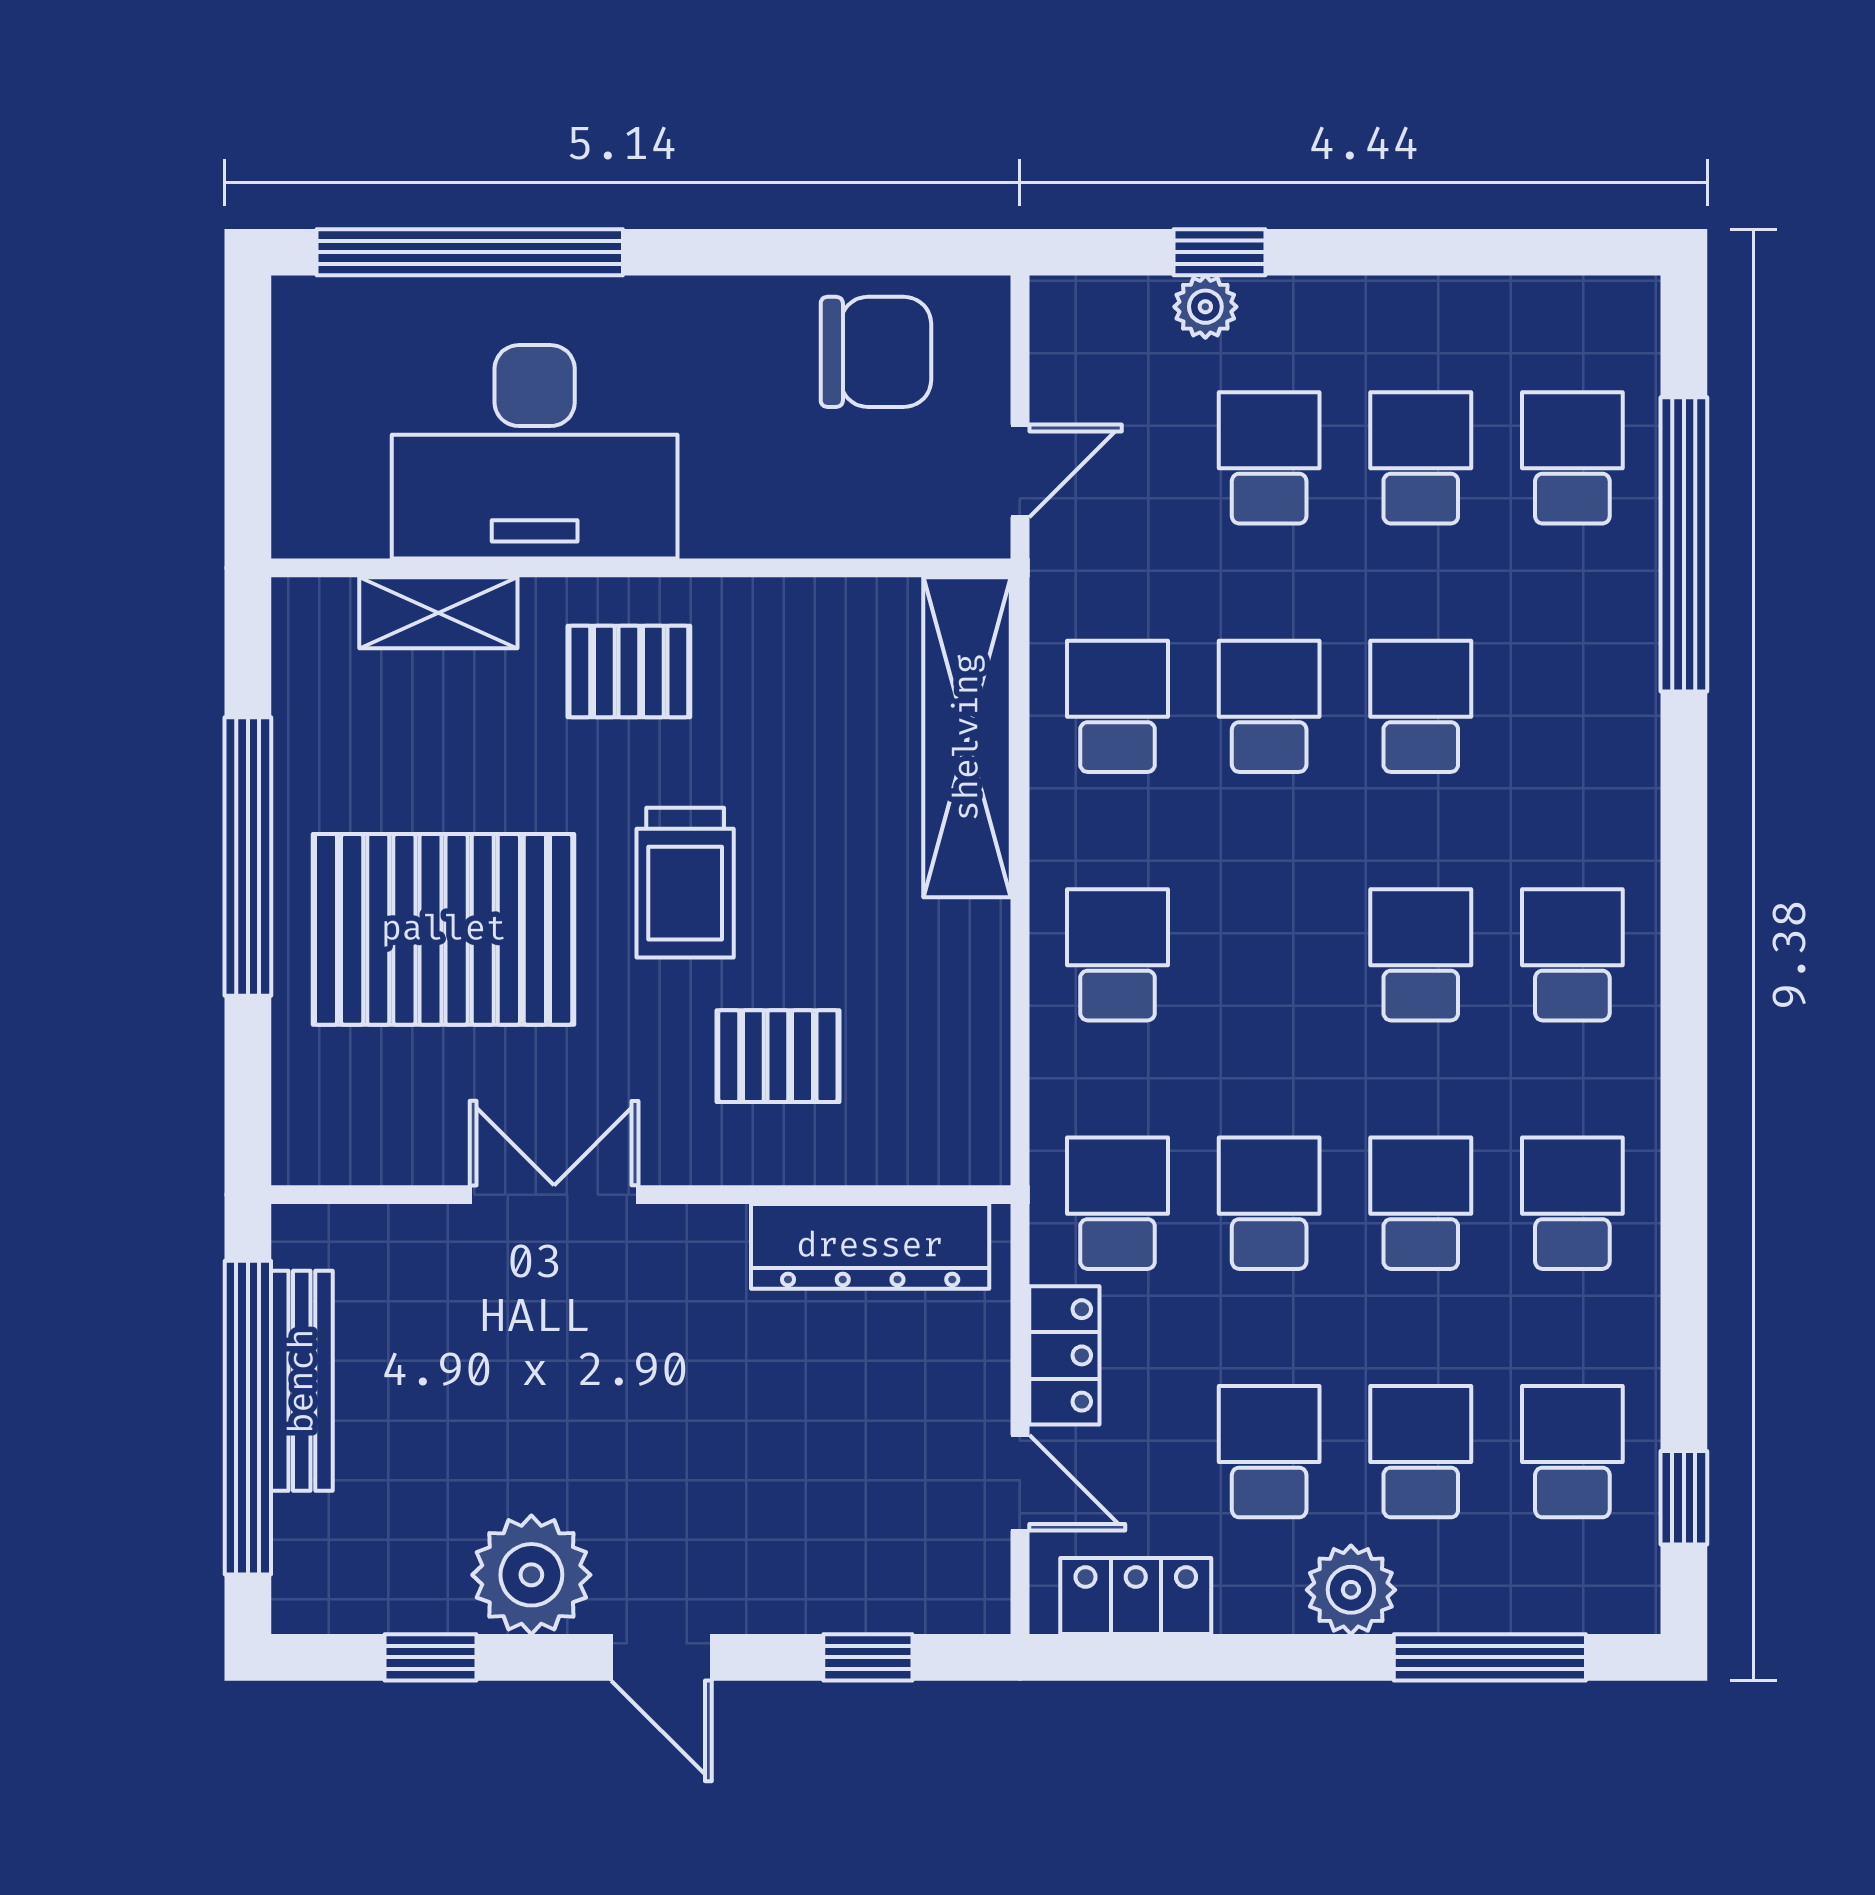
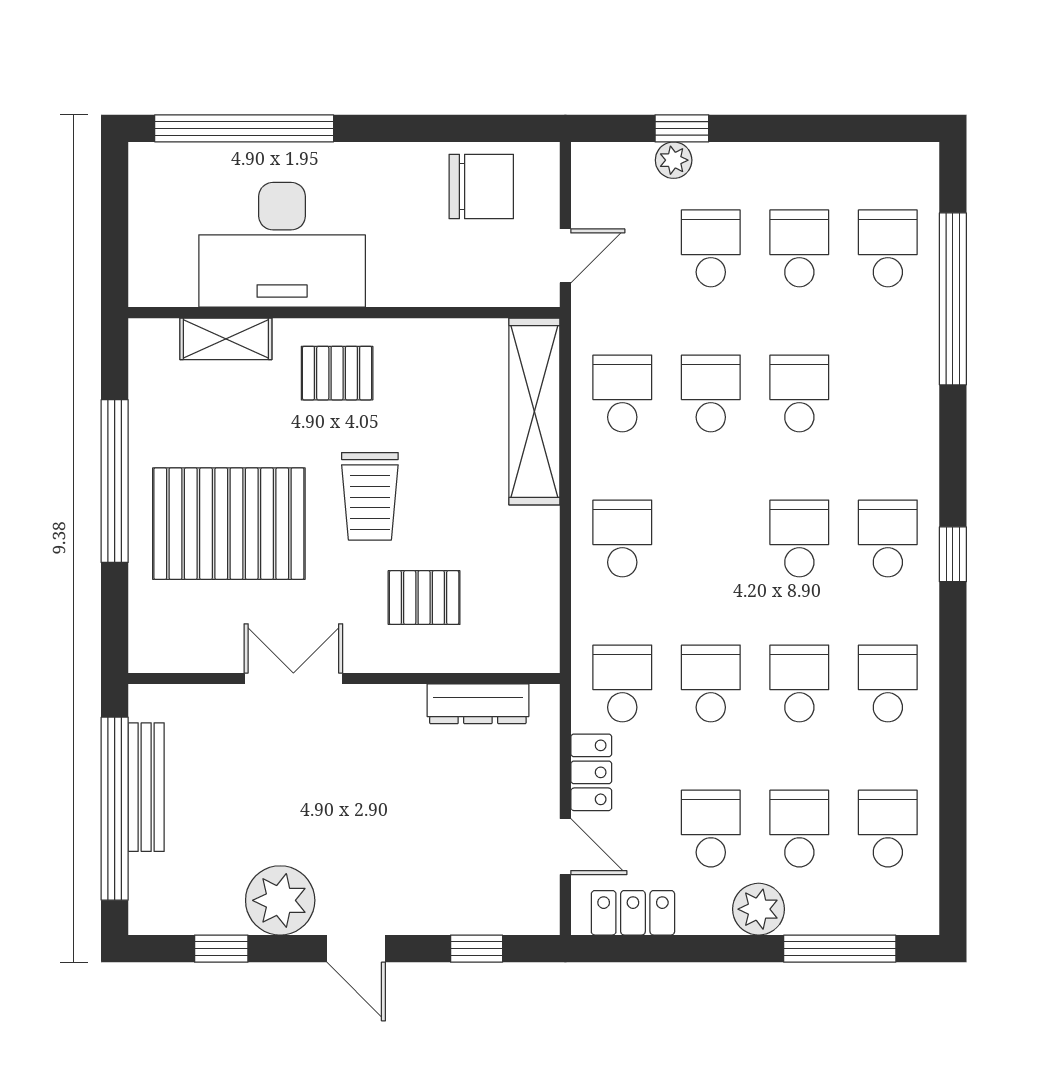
dresser: (870, 1246) -> (478, 704), width x0.73, depth x0.80
window: (1684, 1498) -> (953, 554), moved

